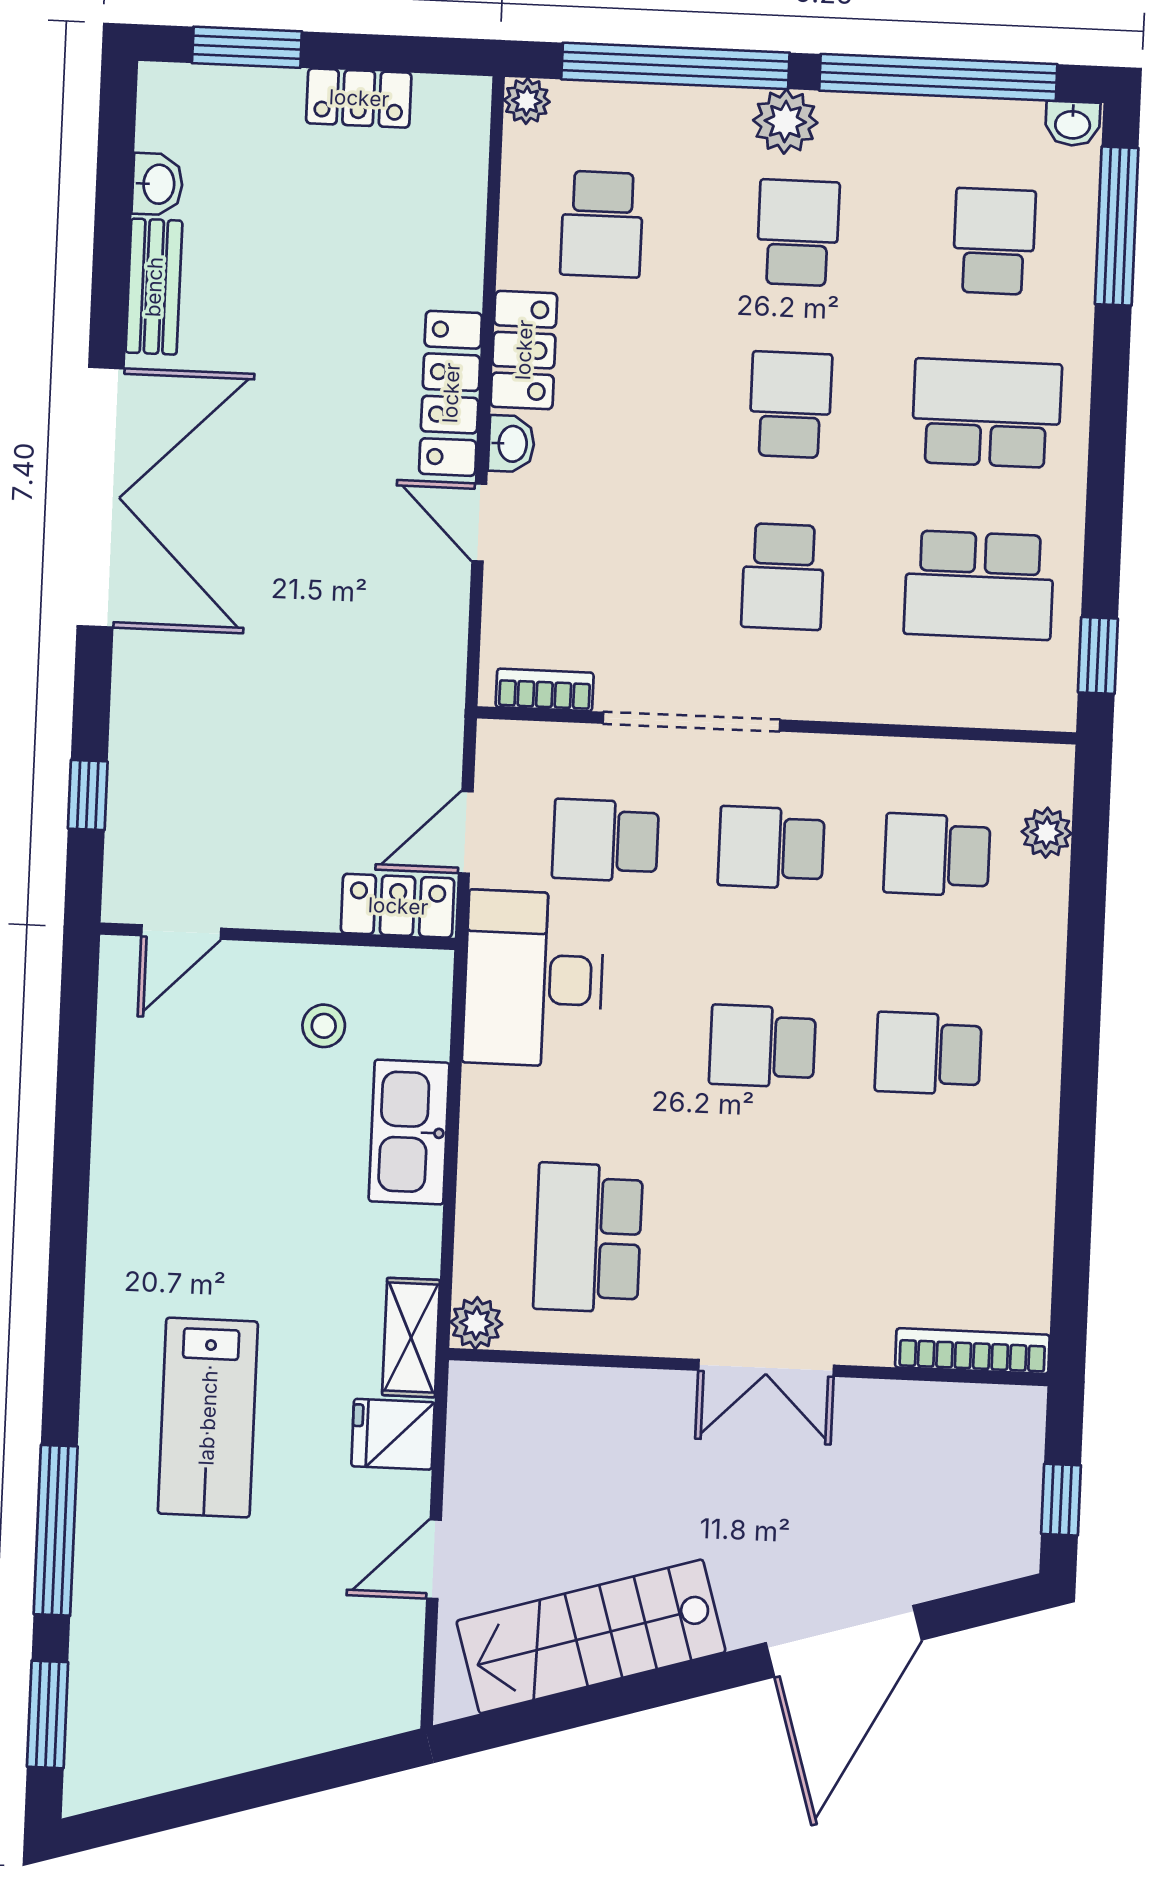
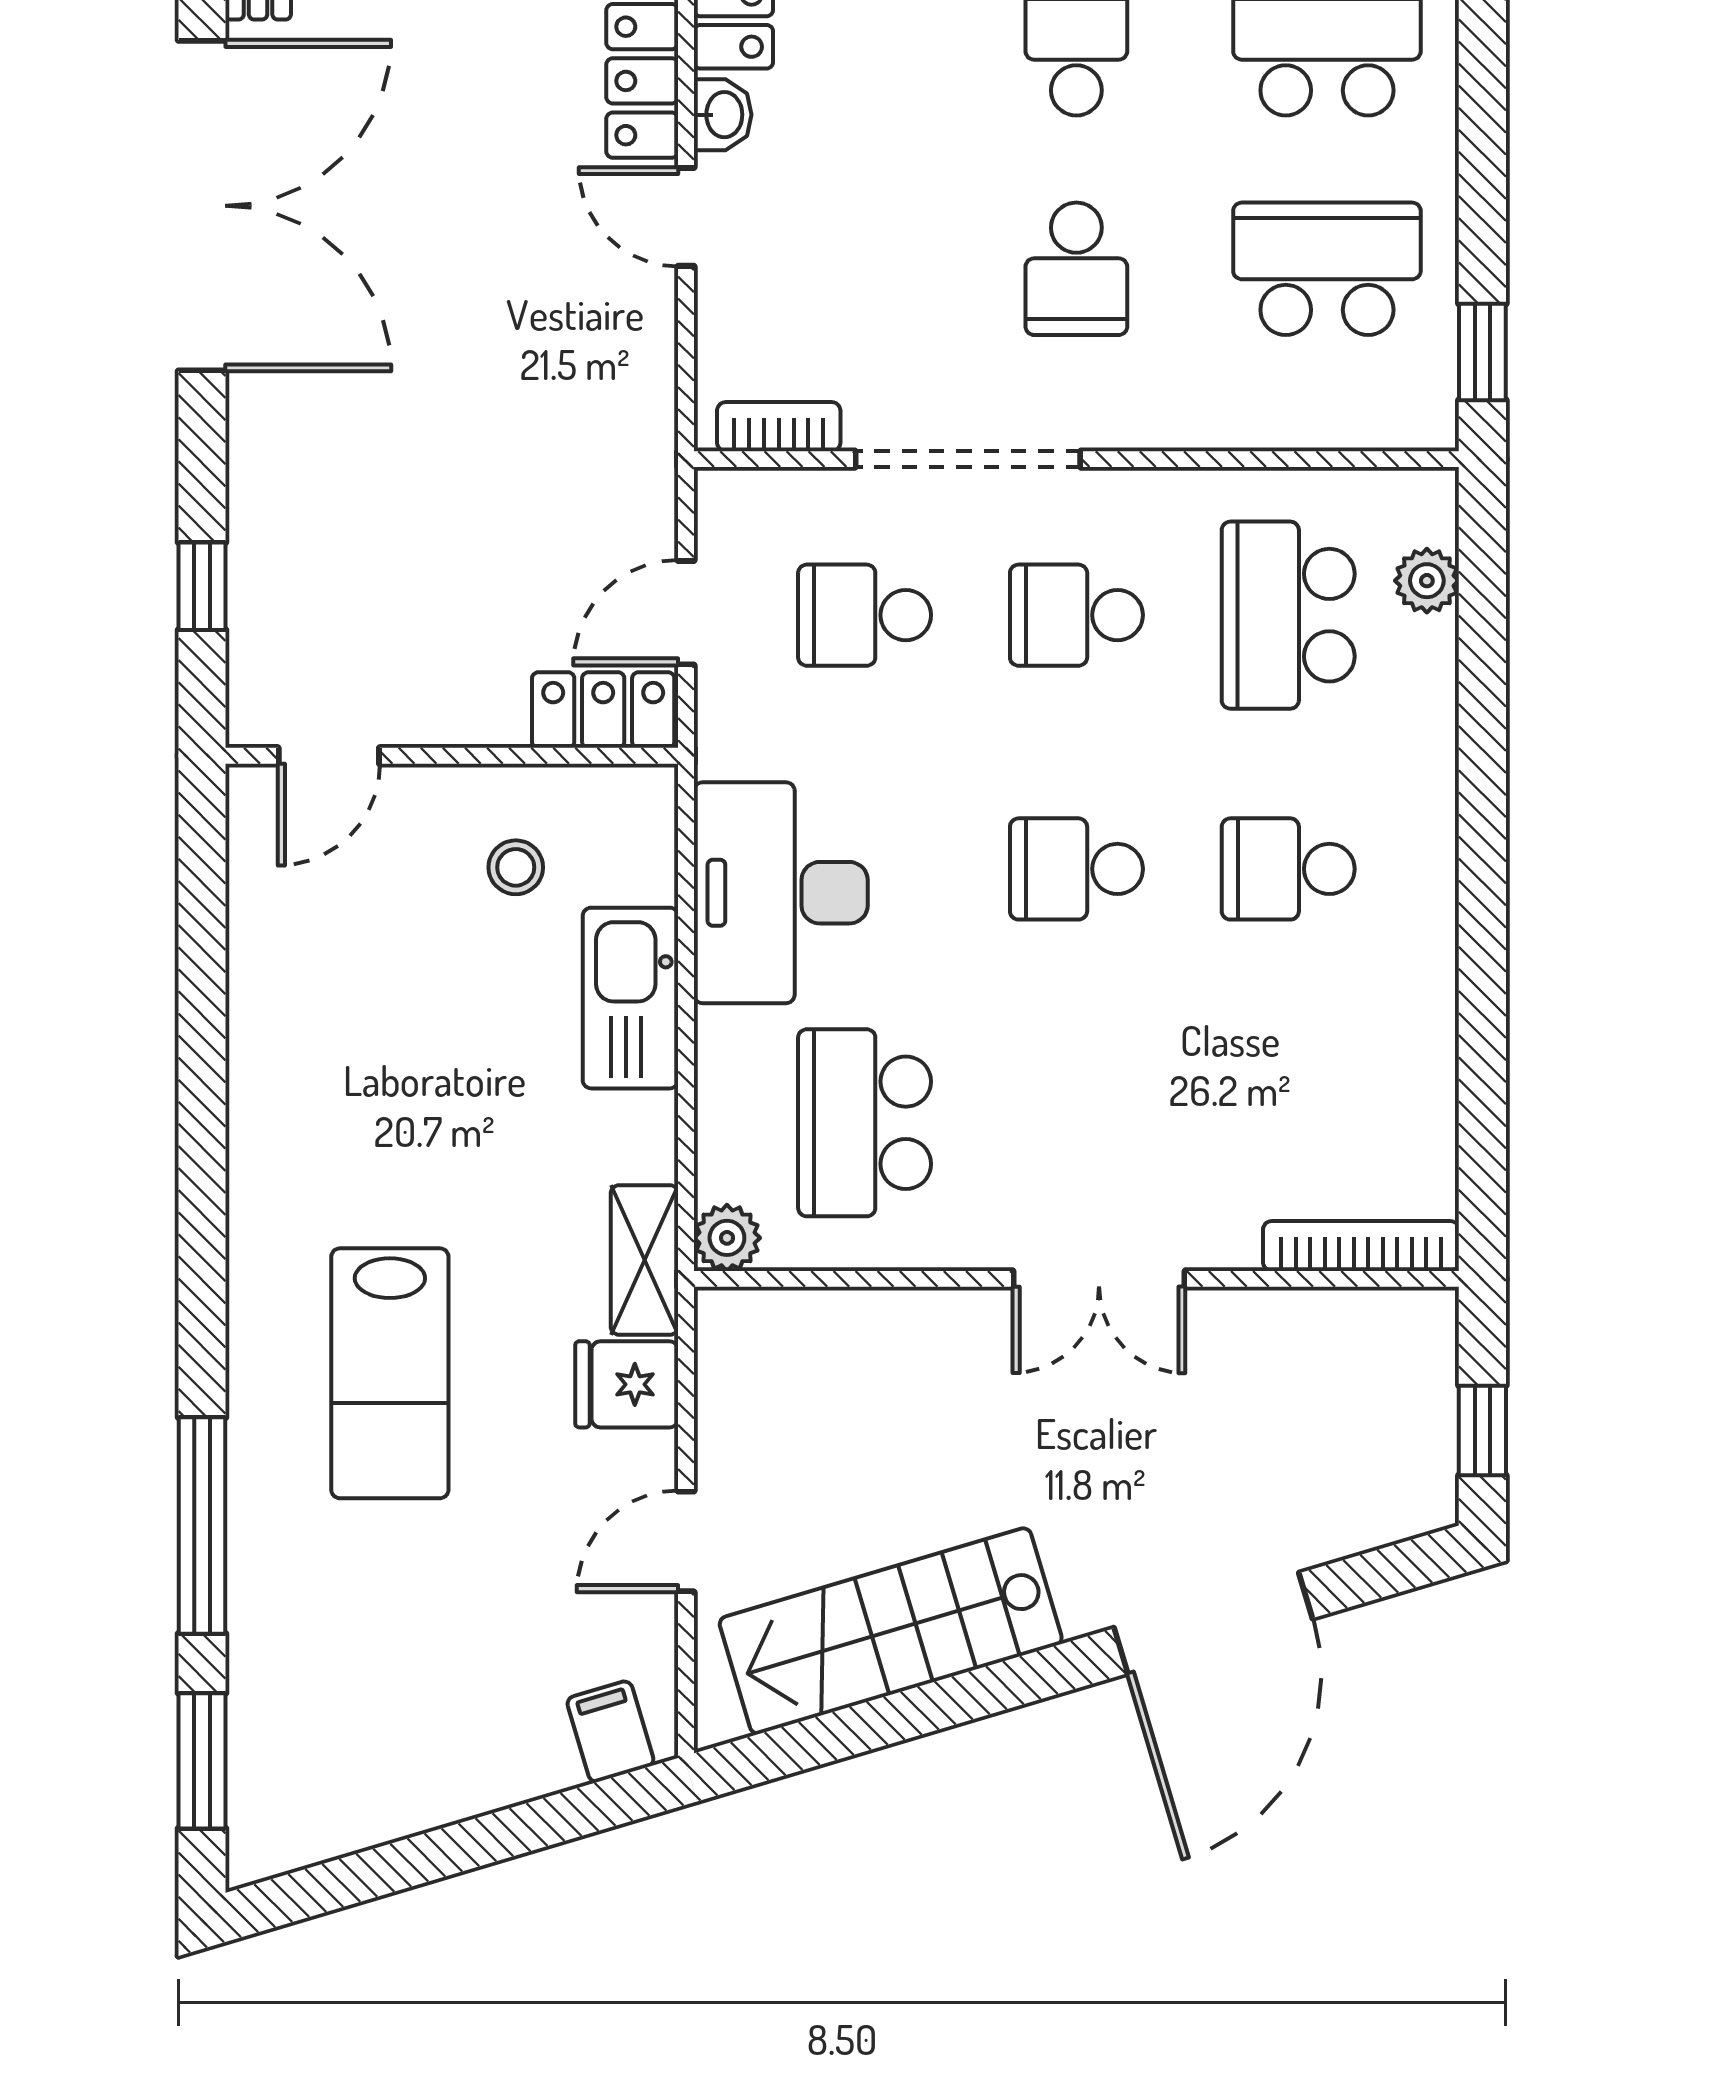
school desk: (979, 585) -> (1327, 269), turned 180
school desk: (937, 855) -> (1288, 615), width x1.85
desk: (534, 979) -> (781, 893), moved
filing cabinet: (368, 1706) -> (610, 1732), added

